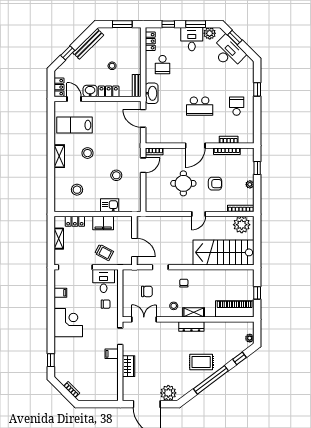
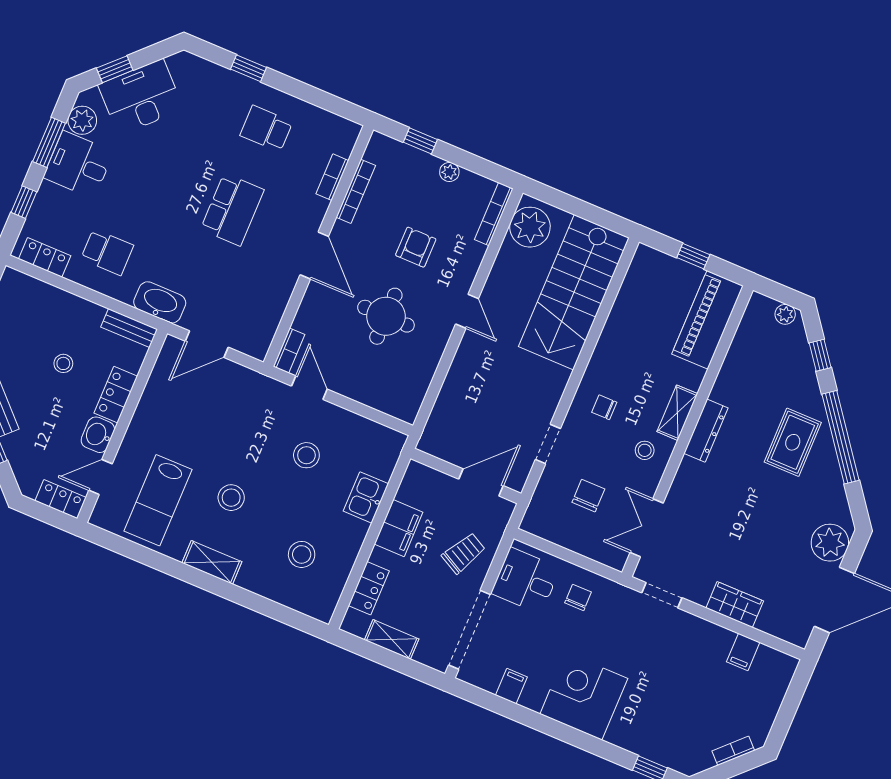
filing cabinet: (112, 354) -> (743, 652), moved

